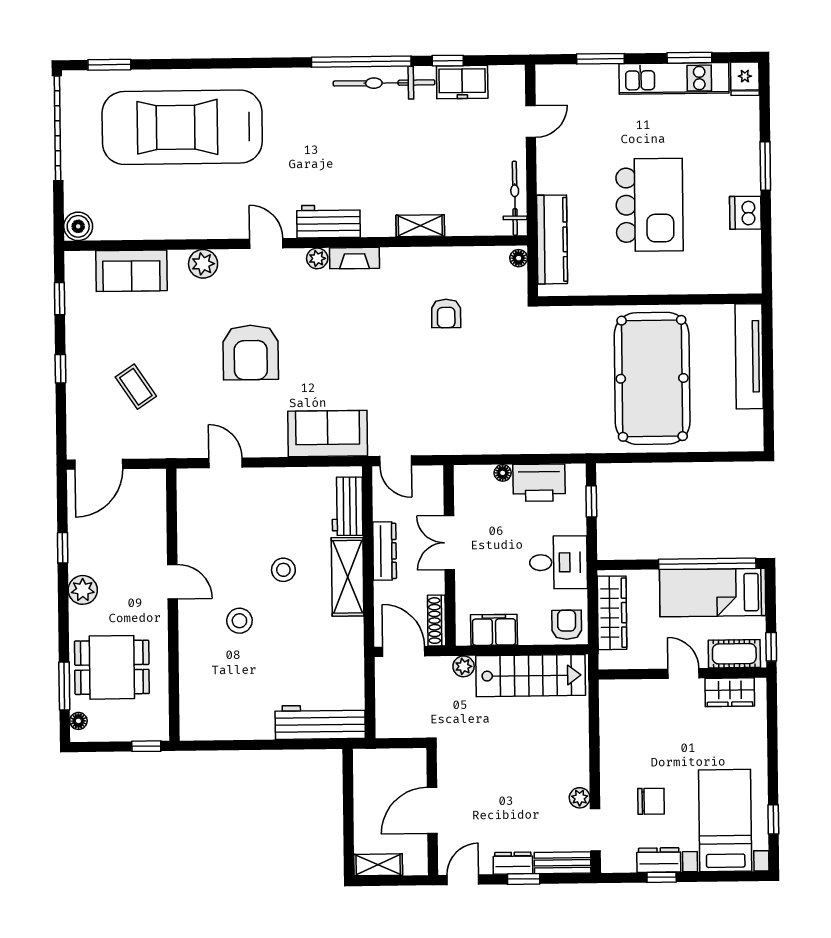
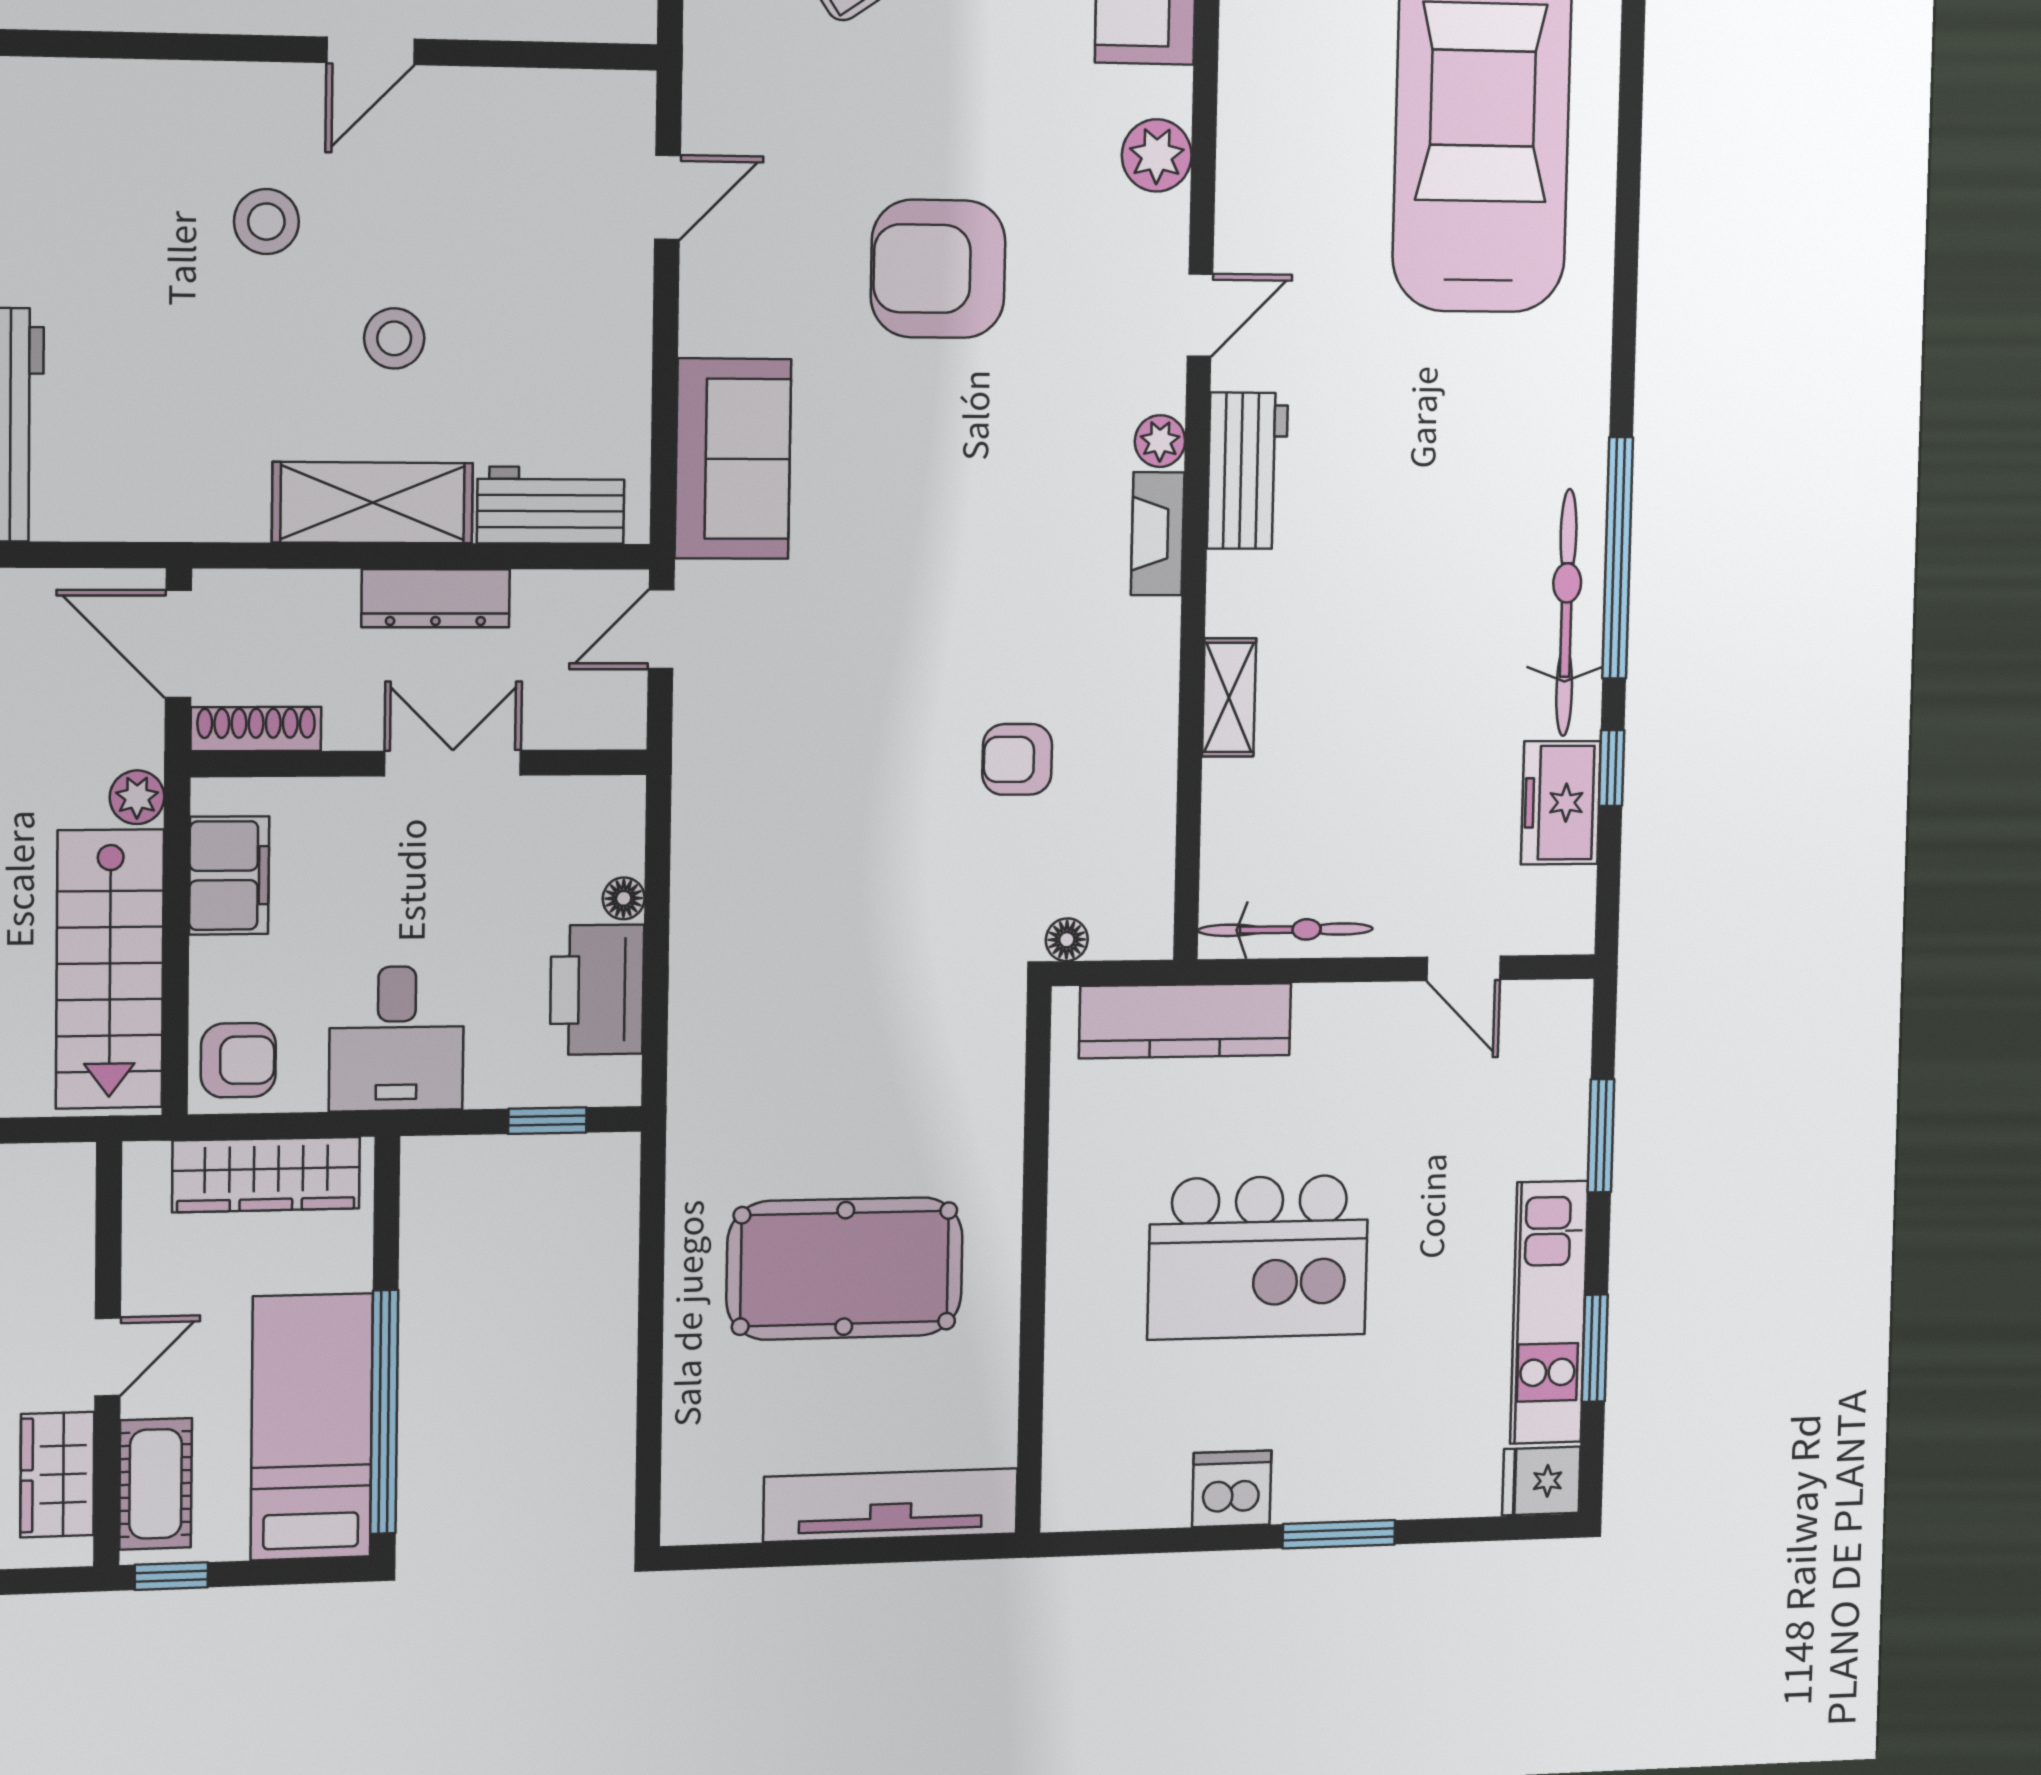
floor lamp: (519, 258) -> (1067, 940), moved
pool table: (652, 378) -> (845, 1268), width x0.73, depth x0.76
door: (404, 651) -> (178, 644), swing flipped

